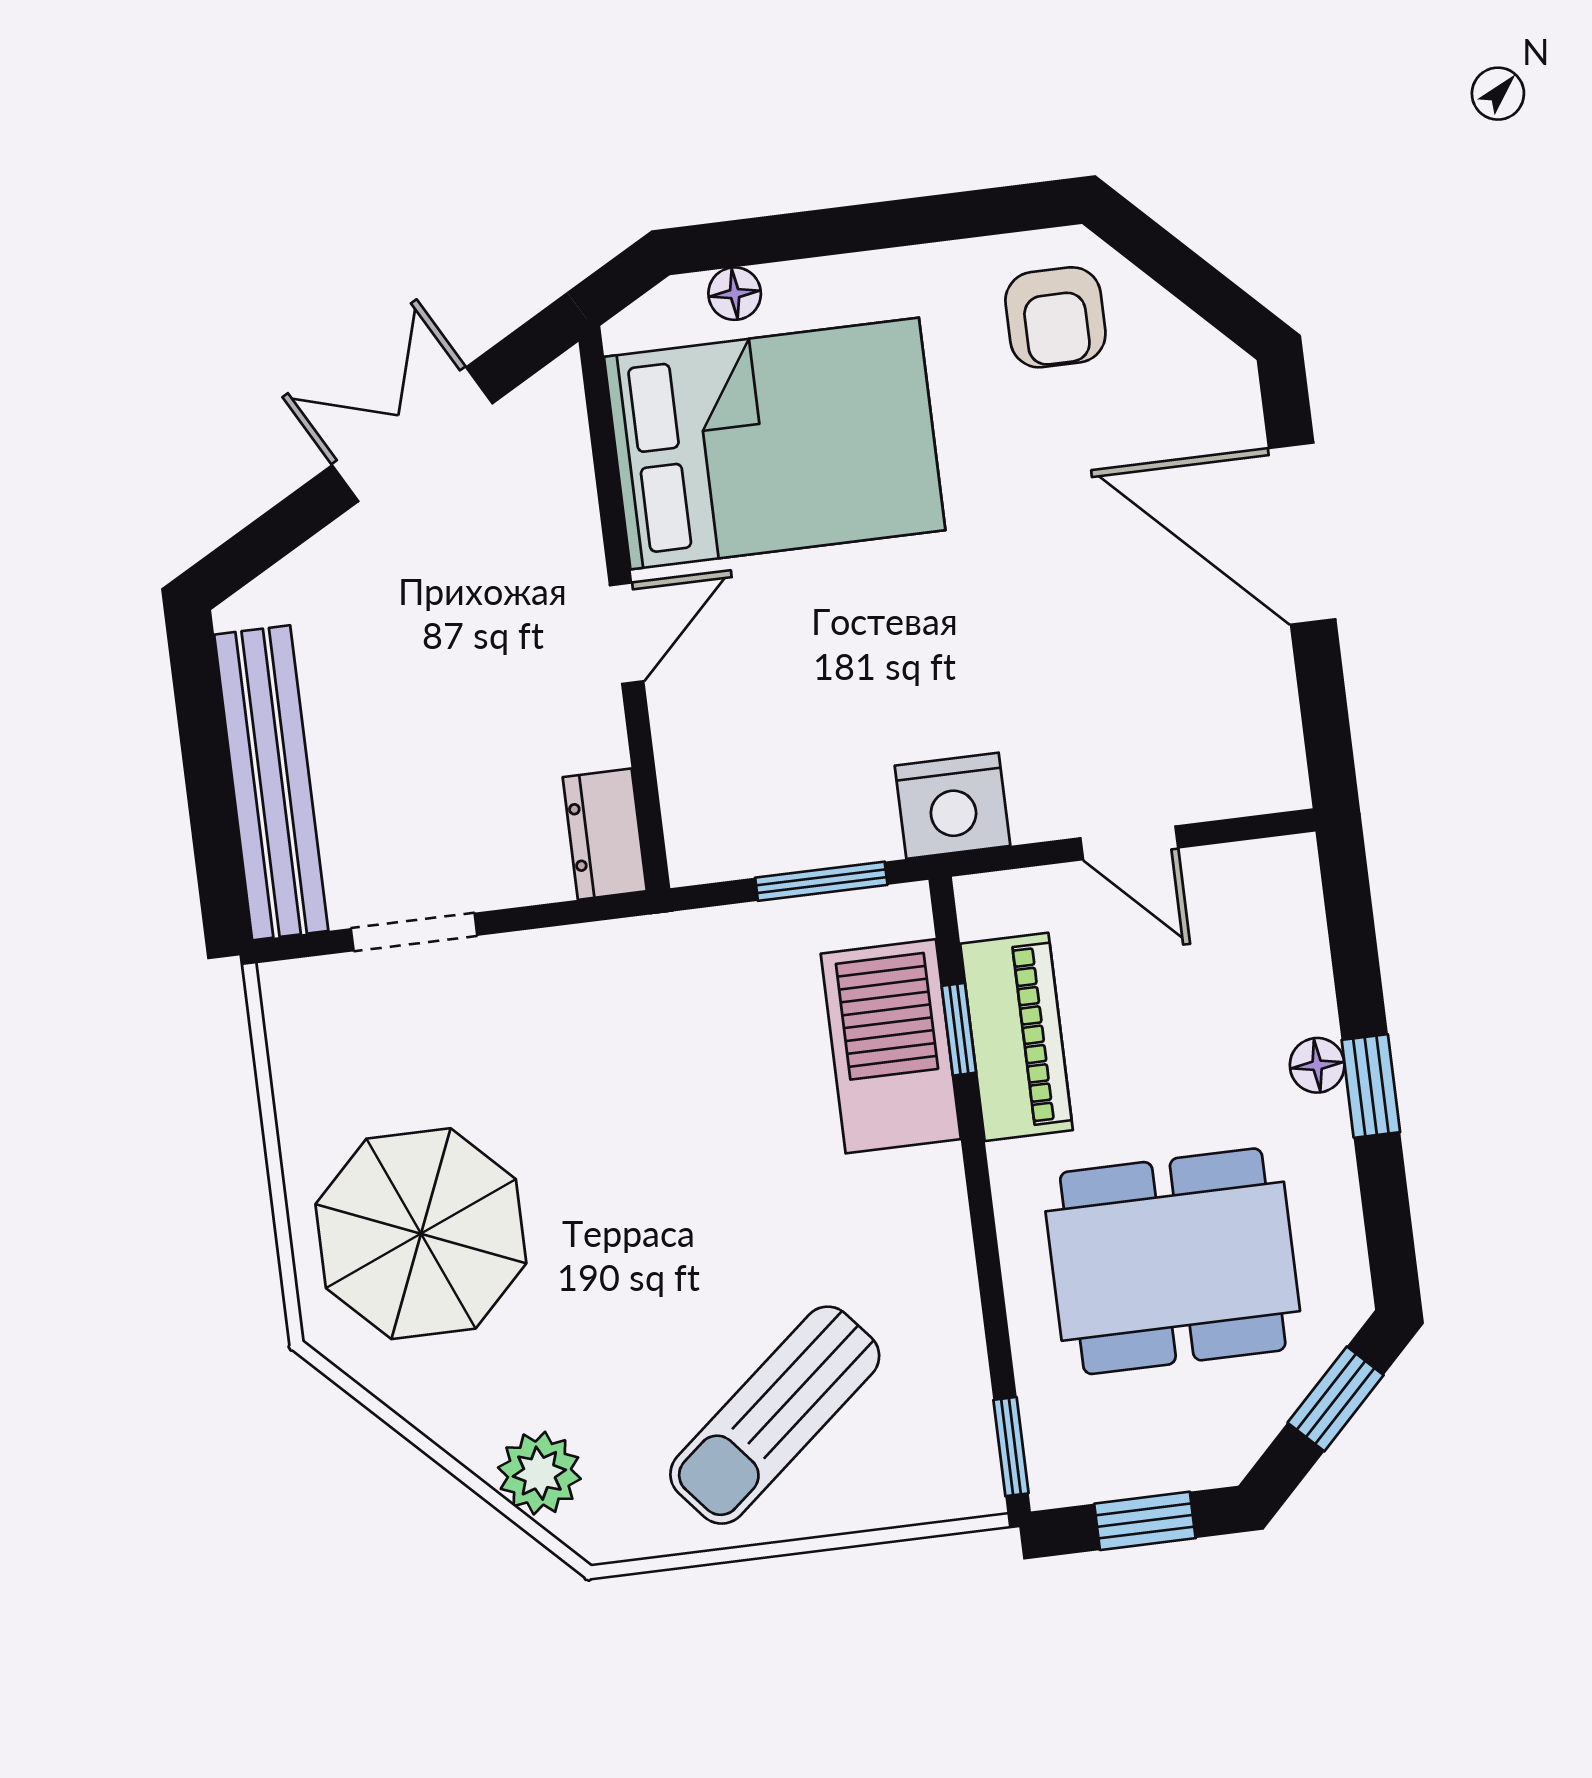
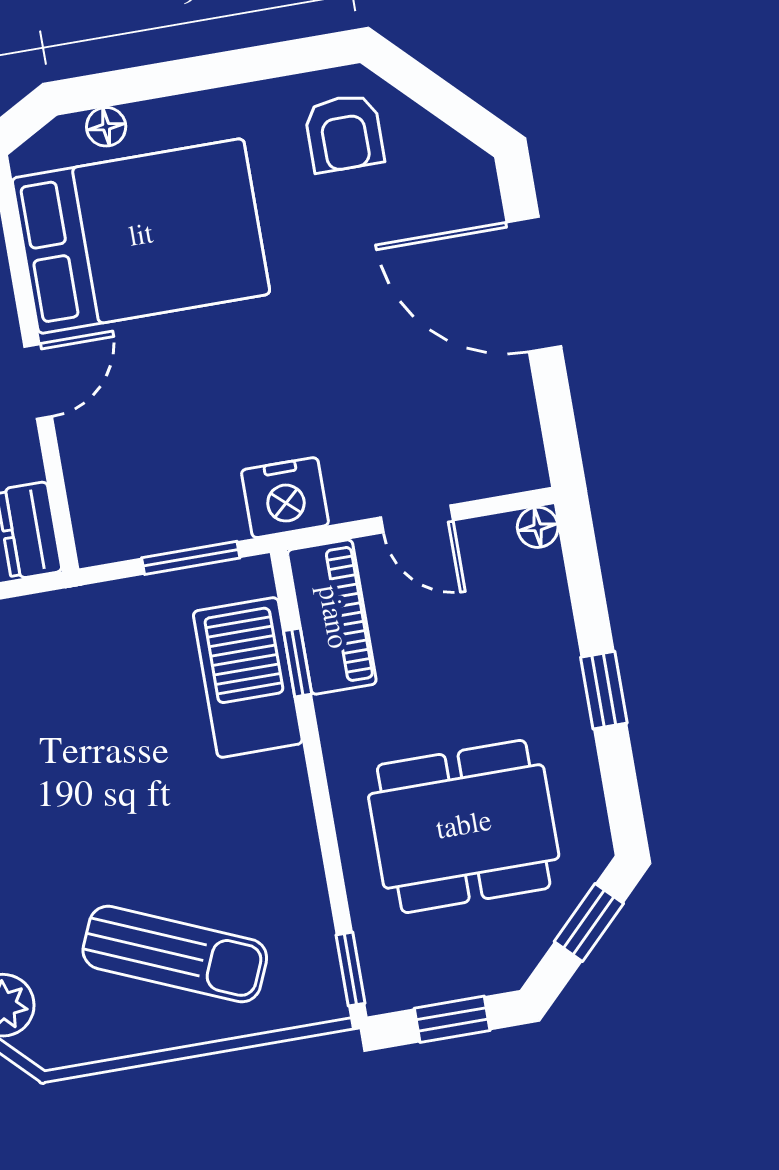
piano: (1016, 1037) -> (332, 617), moved
floor lamp: (1317, 1065) -> (538, 527), moved
sun lounger: (775, 1415) -> (175, 954), turned -117

